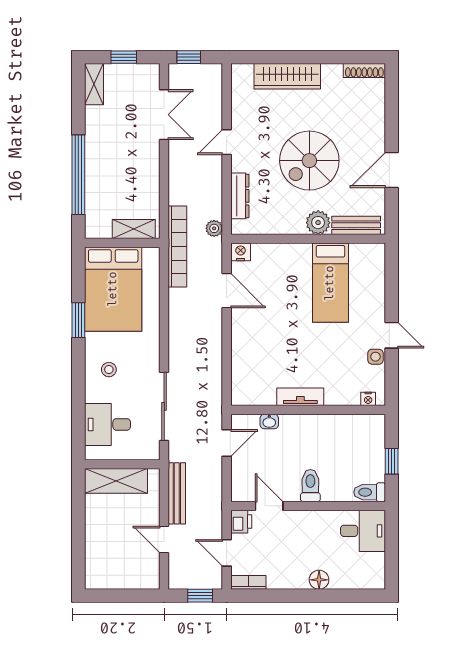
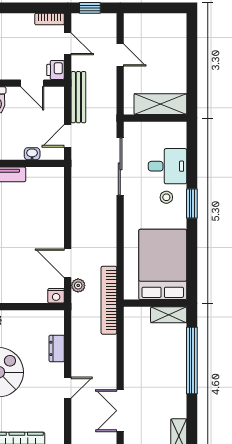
dresser: (240, 196) -> (57, 348), width x0.70
plant: (214, 228) -> (78, 285), moved
shelving: (134, 229) -> (169, 315), moved
window: (78, 320) -> (192, 204), moved
desk: (107, 424) -> (167, 166), moved
bench: (177, 493) -> (78, 97), moved

